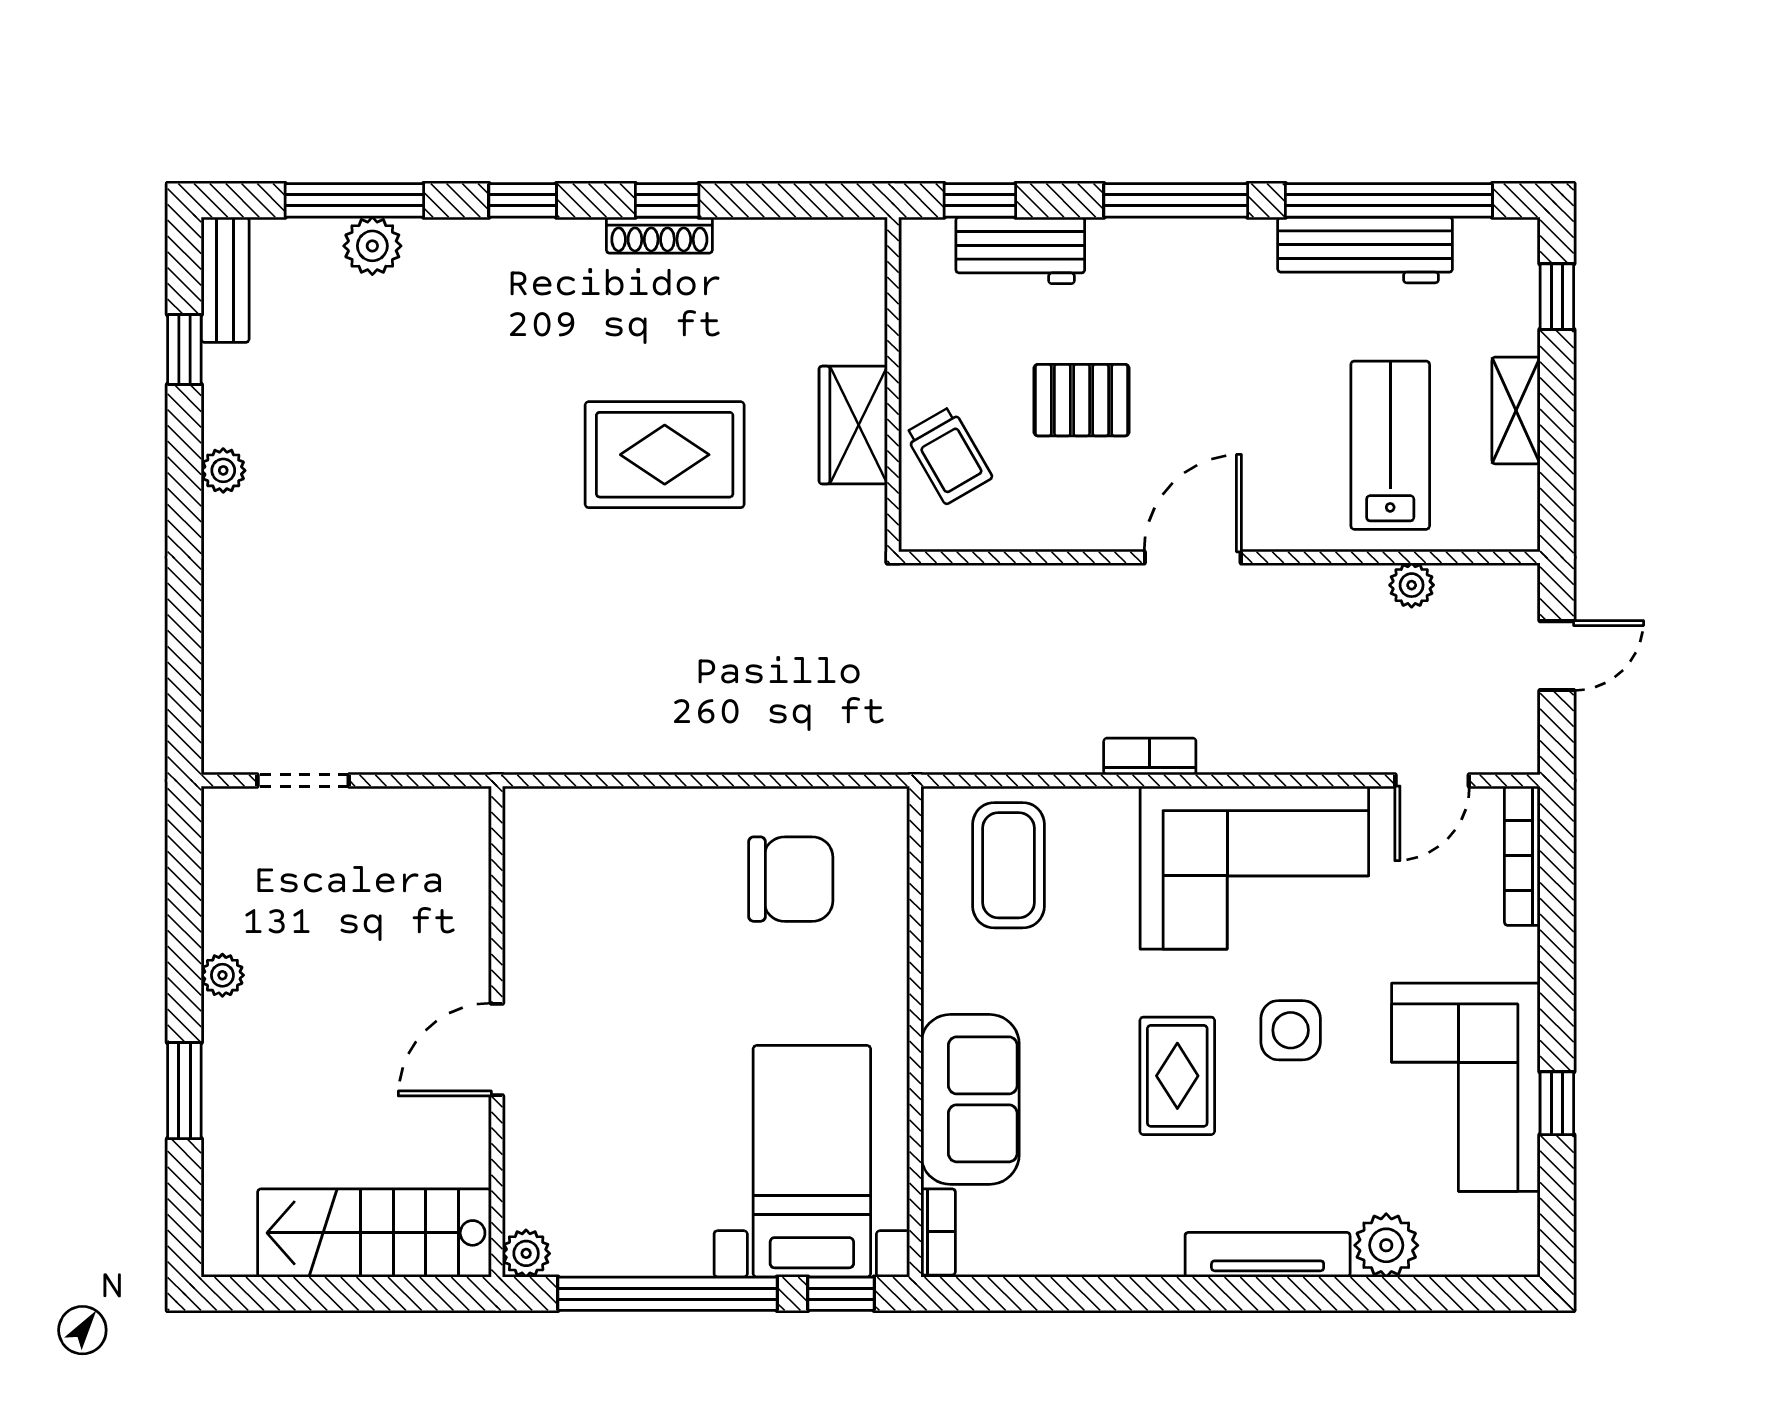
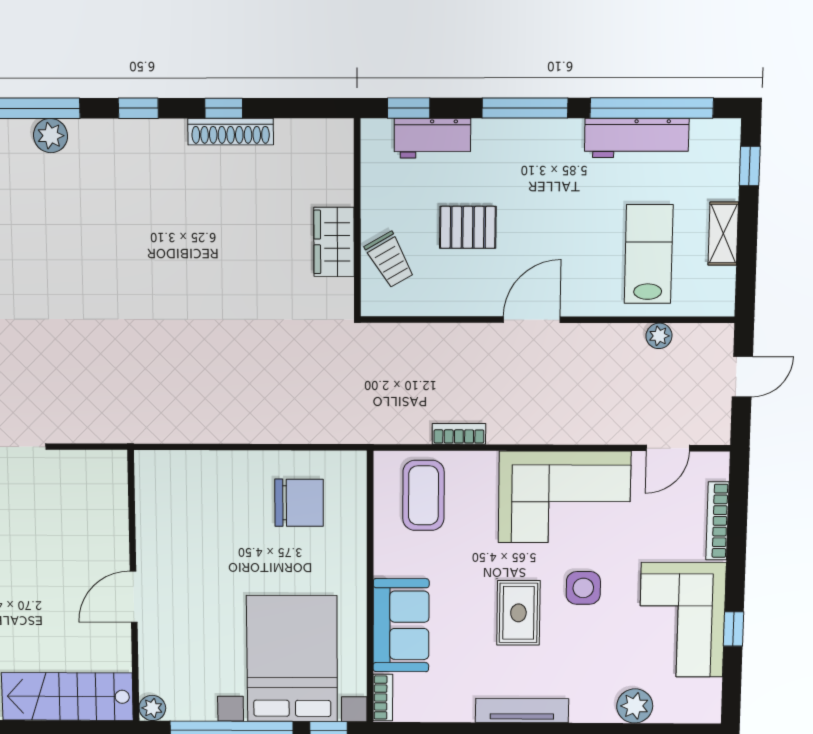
shoe rack: (659, 235) -> (231, 132), width x1.36, depth x1.24
rug: (665, 455) -> (224, 259), removed
bookcase: (1150, 756) -> (459, 434), moved
bookcase: (1522, 856) -> (717, 521), moved
bed with nightstands: (812, 1161) -> (292, 659), width x1.36
tv unit: (1268, 1255) -> (522, 710), moved

